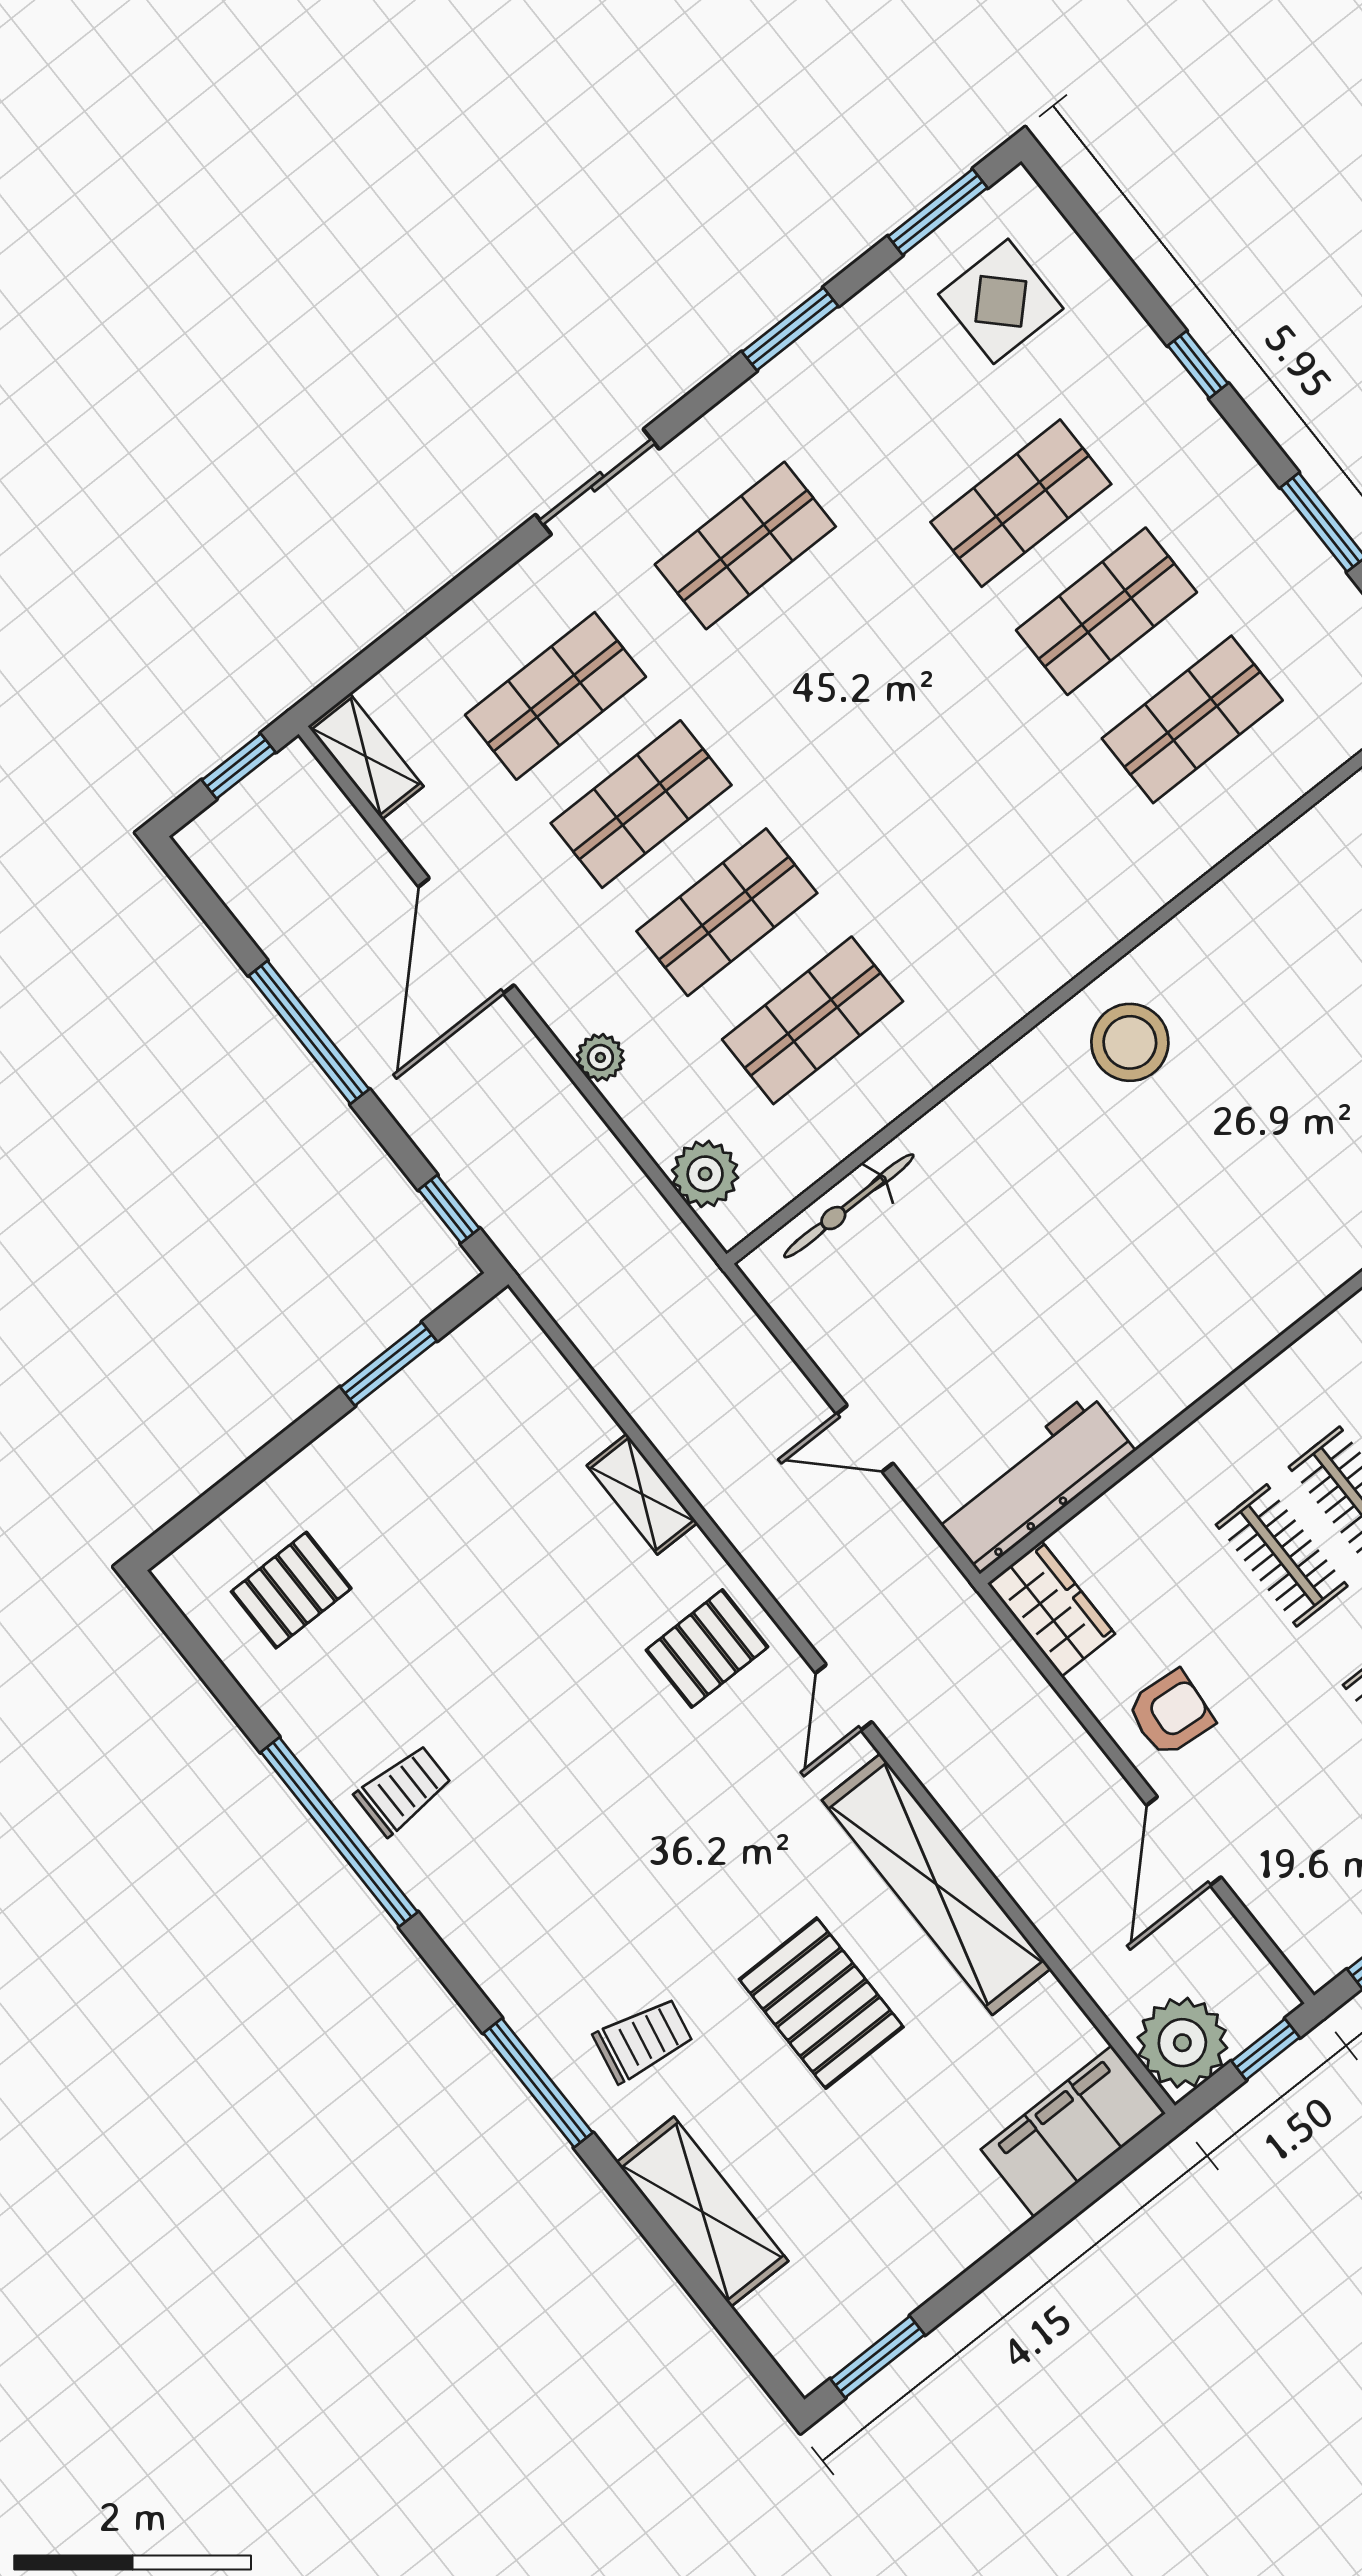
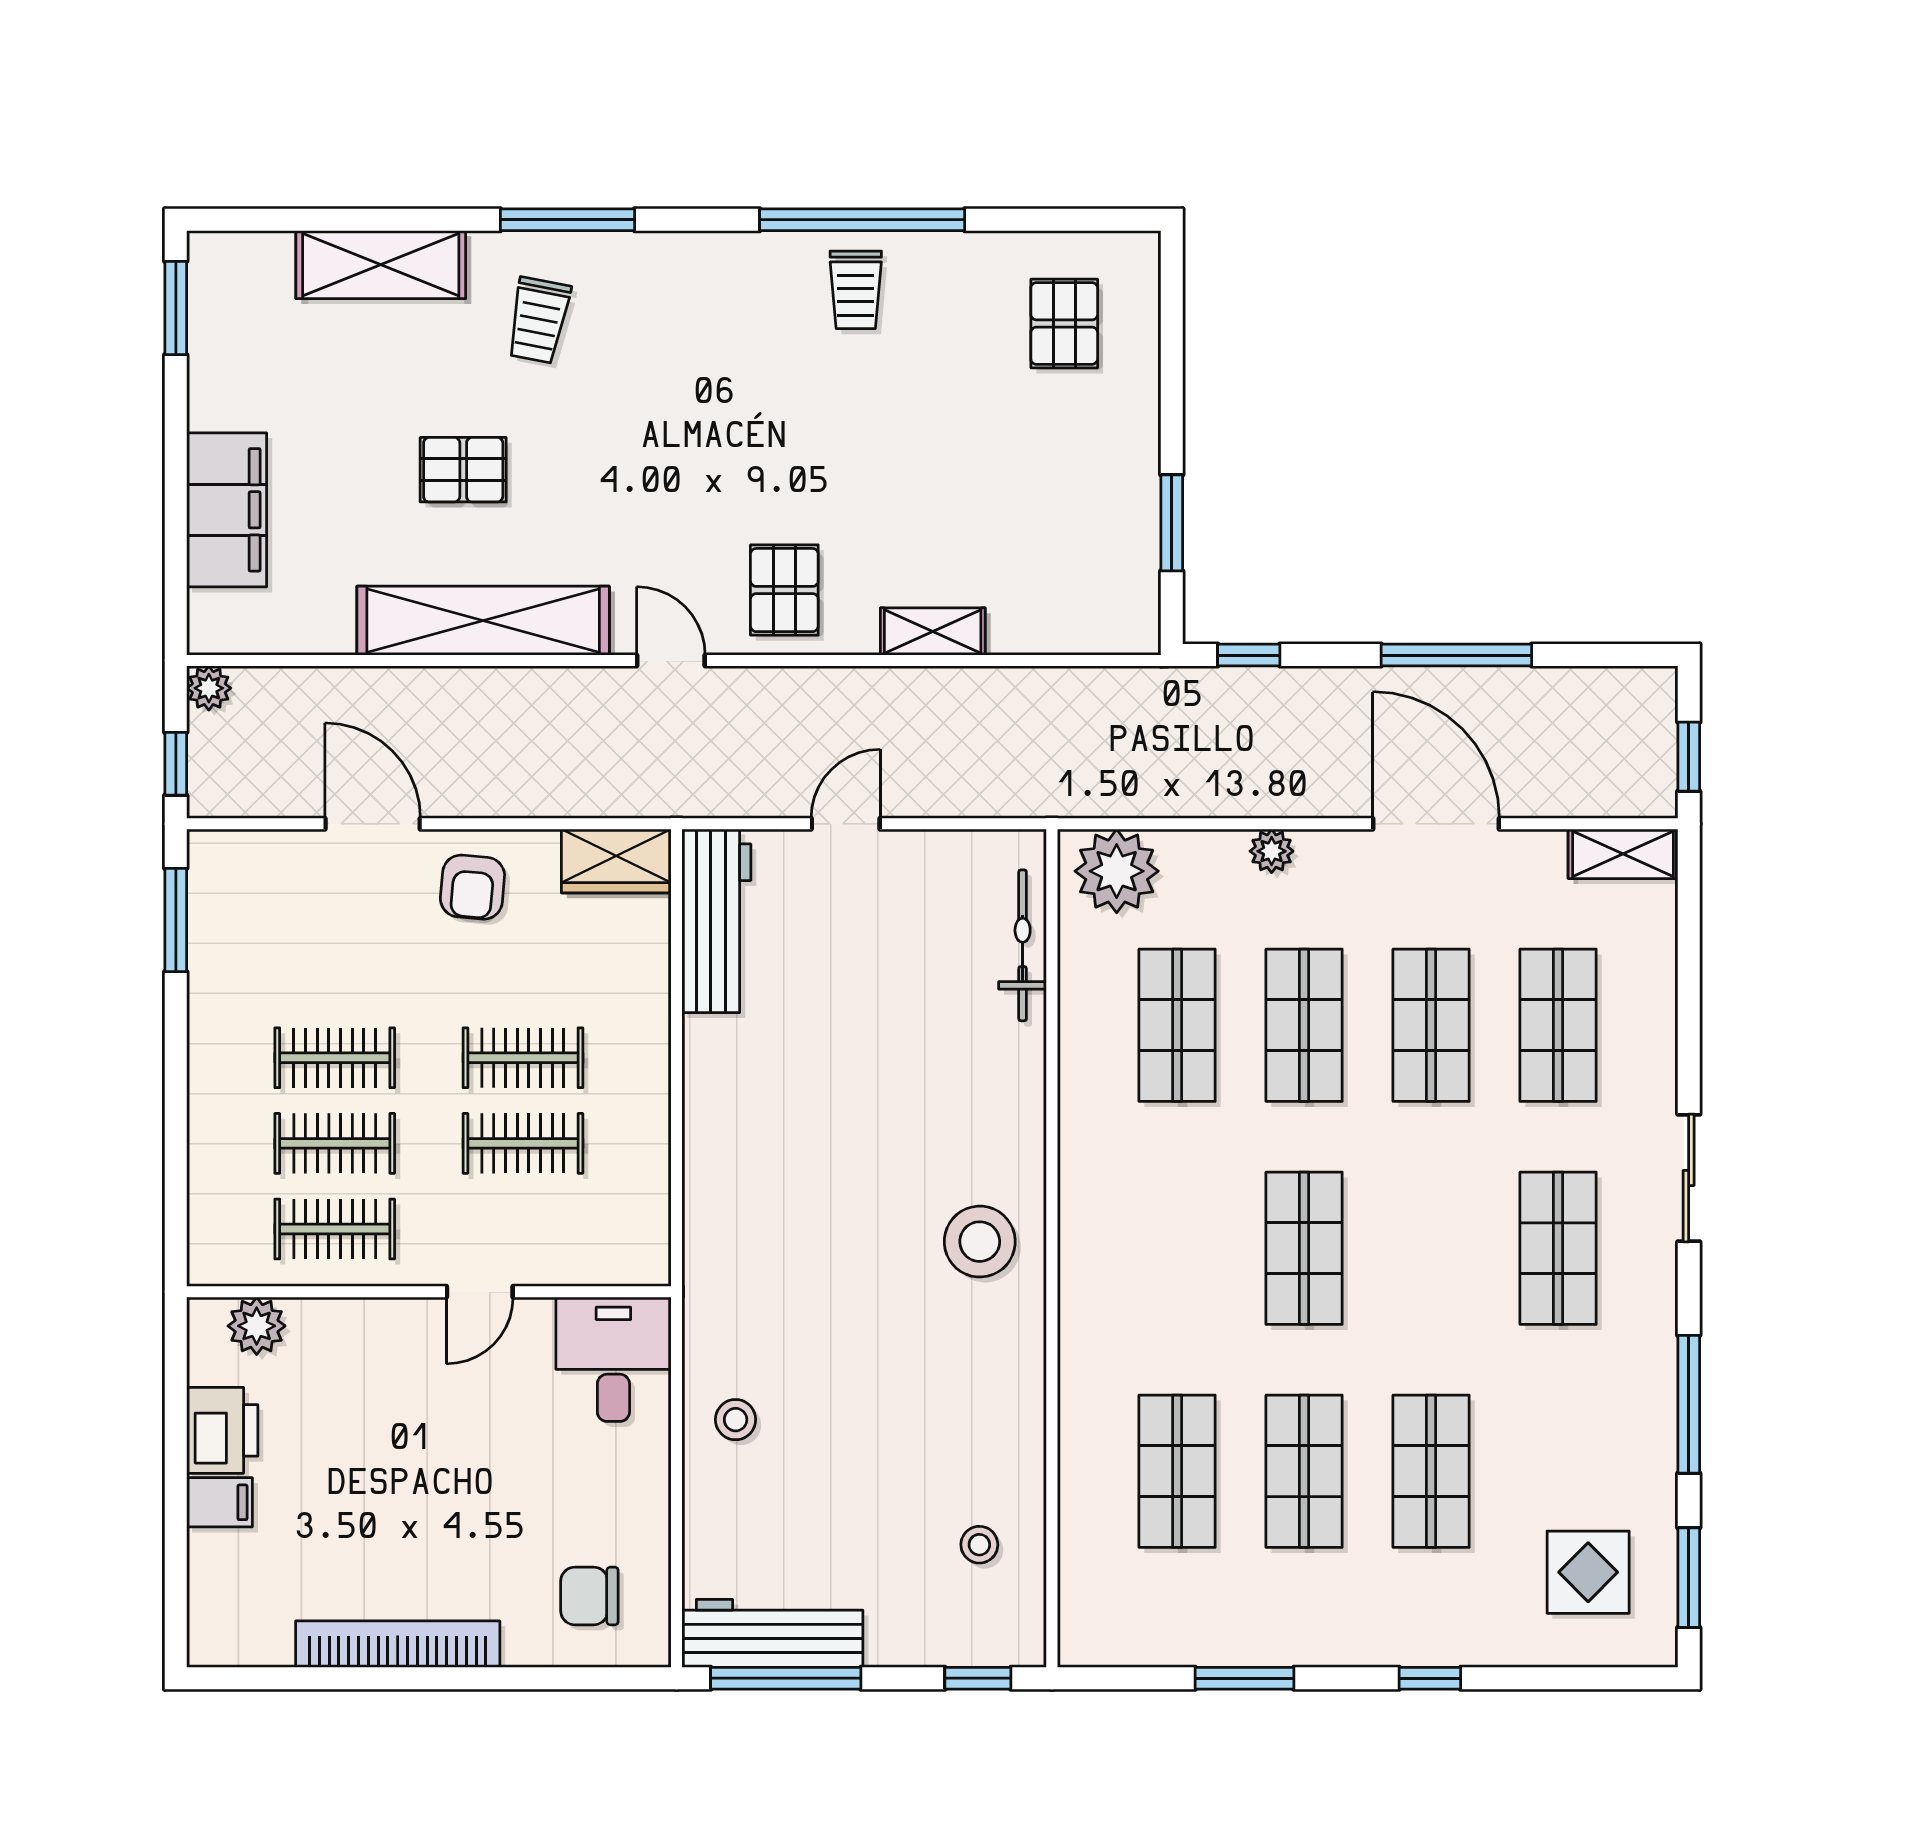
window: (790, 329) -> (1689, 1404), width x1.44
shop shelf: (917, 762) -> (1304, 1248), added
plant: (705, 1174) -> (1117, 871), width x1.36, depth x1.36
pallet: (821, 2003) -> (463, 470), width x0.67, depth x0.71
plant: (1182, 2043) -> (209, 688), width x0.53, depth x0.53
filing cabinet: (1073, 2131) -> (227, 510), moved

